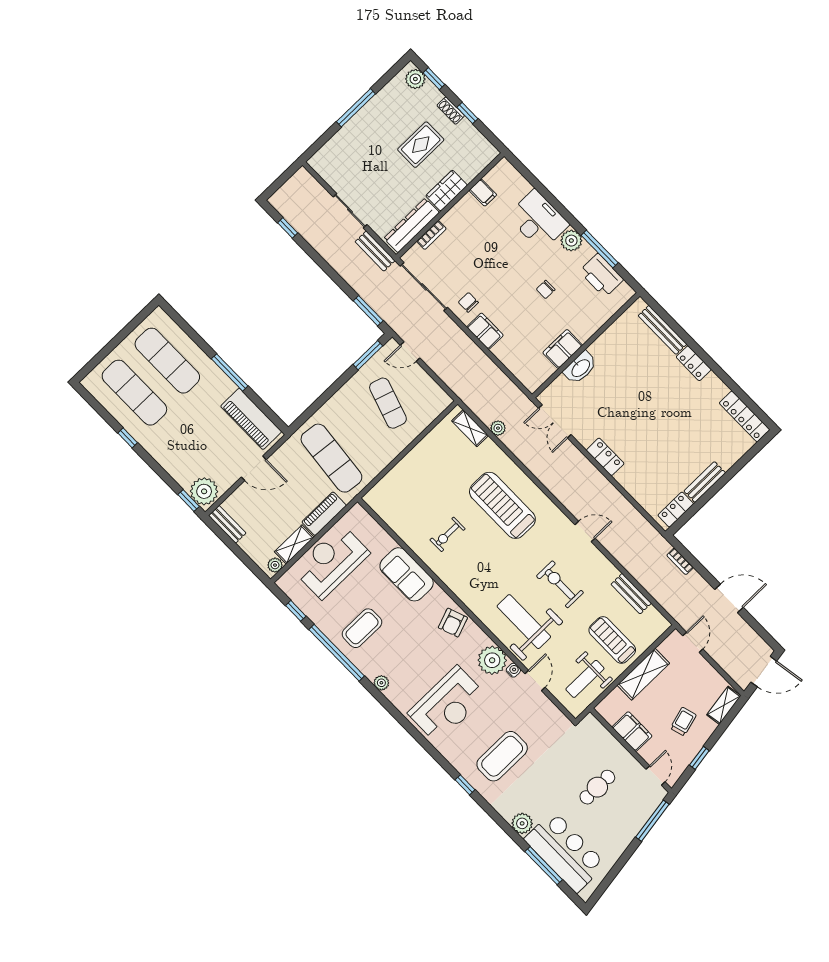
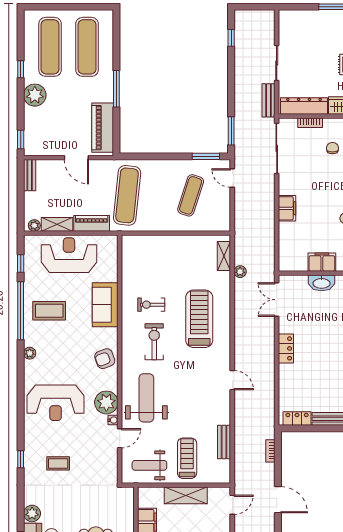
chair: (468, 302) -> (333, 148), moved
plant: (204, 491) -> (35, 95), moved
exercise bike: (560, 584) -> (154, 342), moved
coffee table: (502, 756) -> (58, 463), width x0.54, depth x0.58

